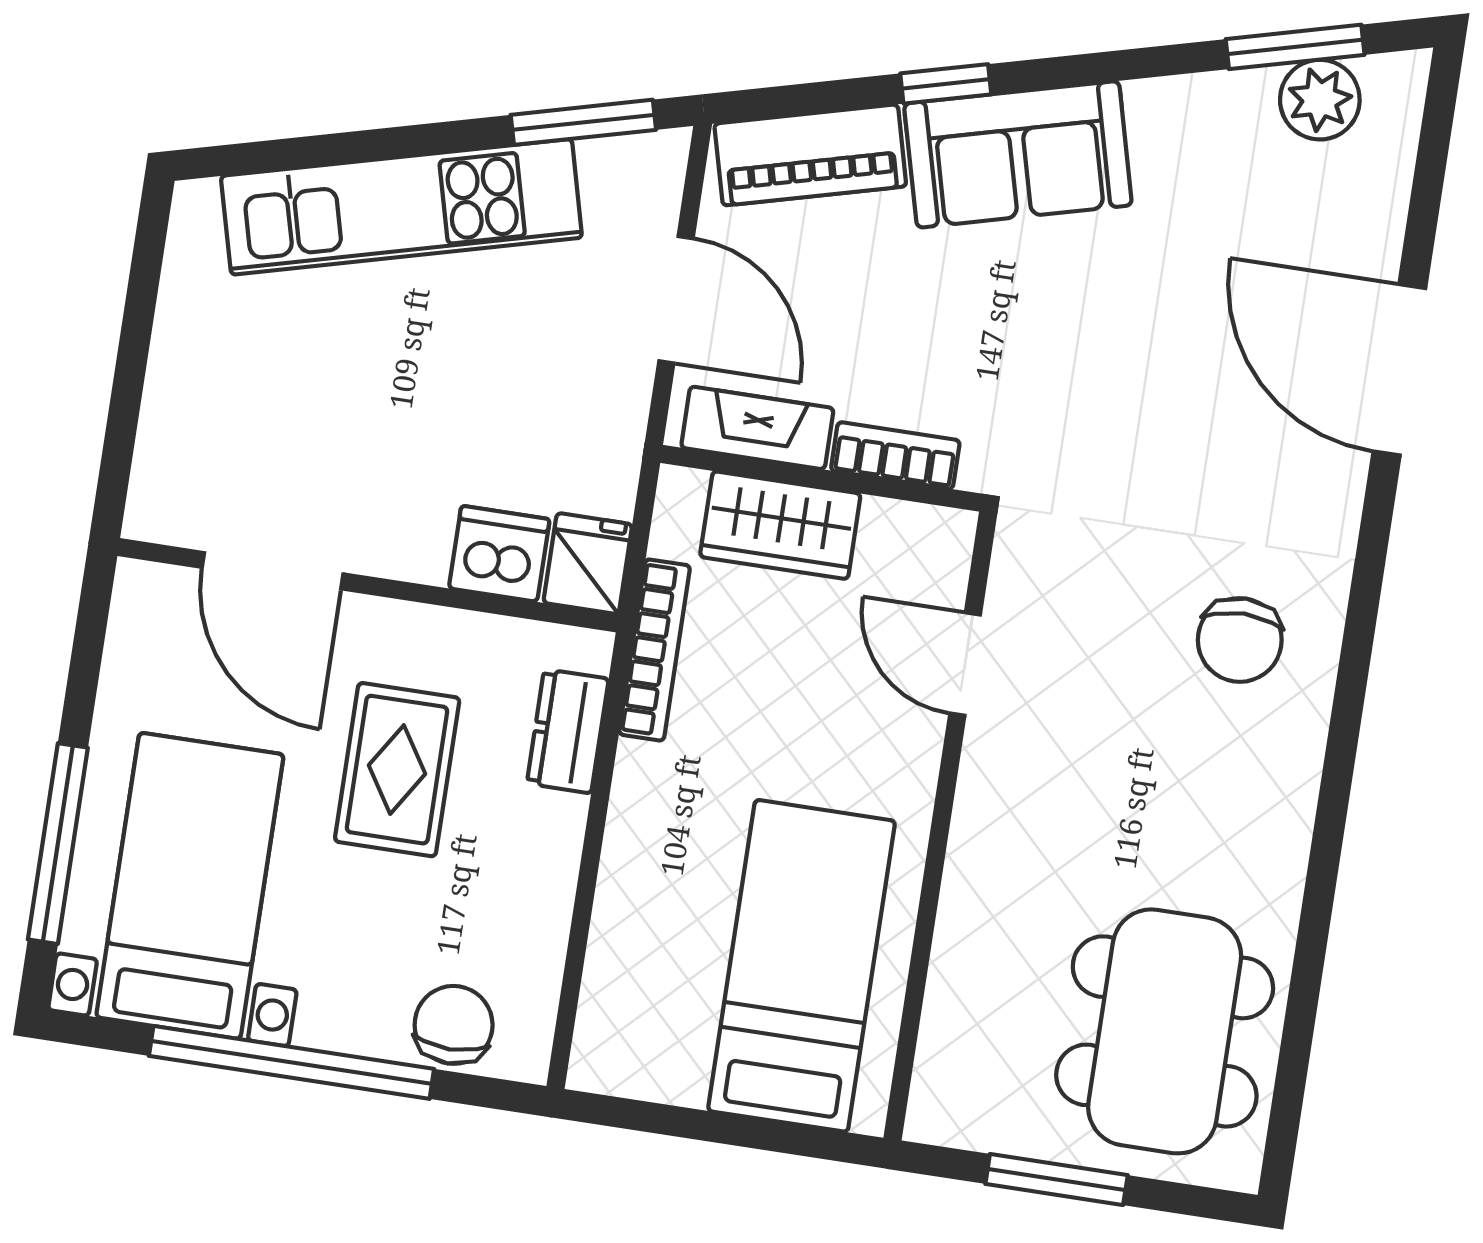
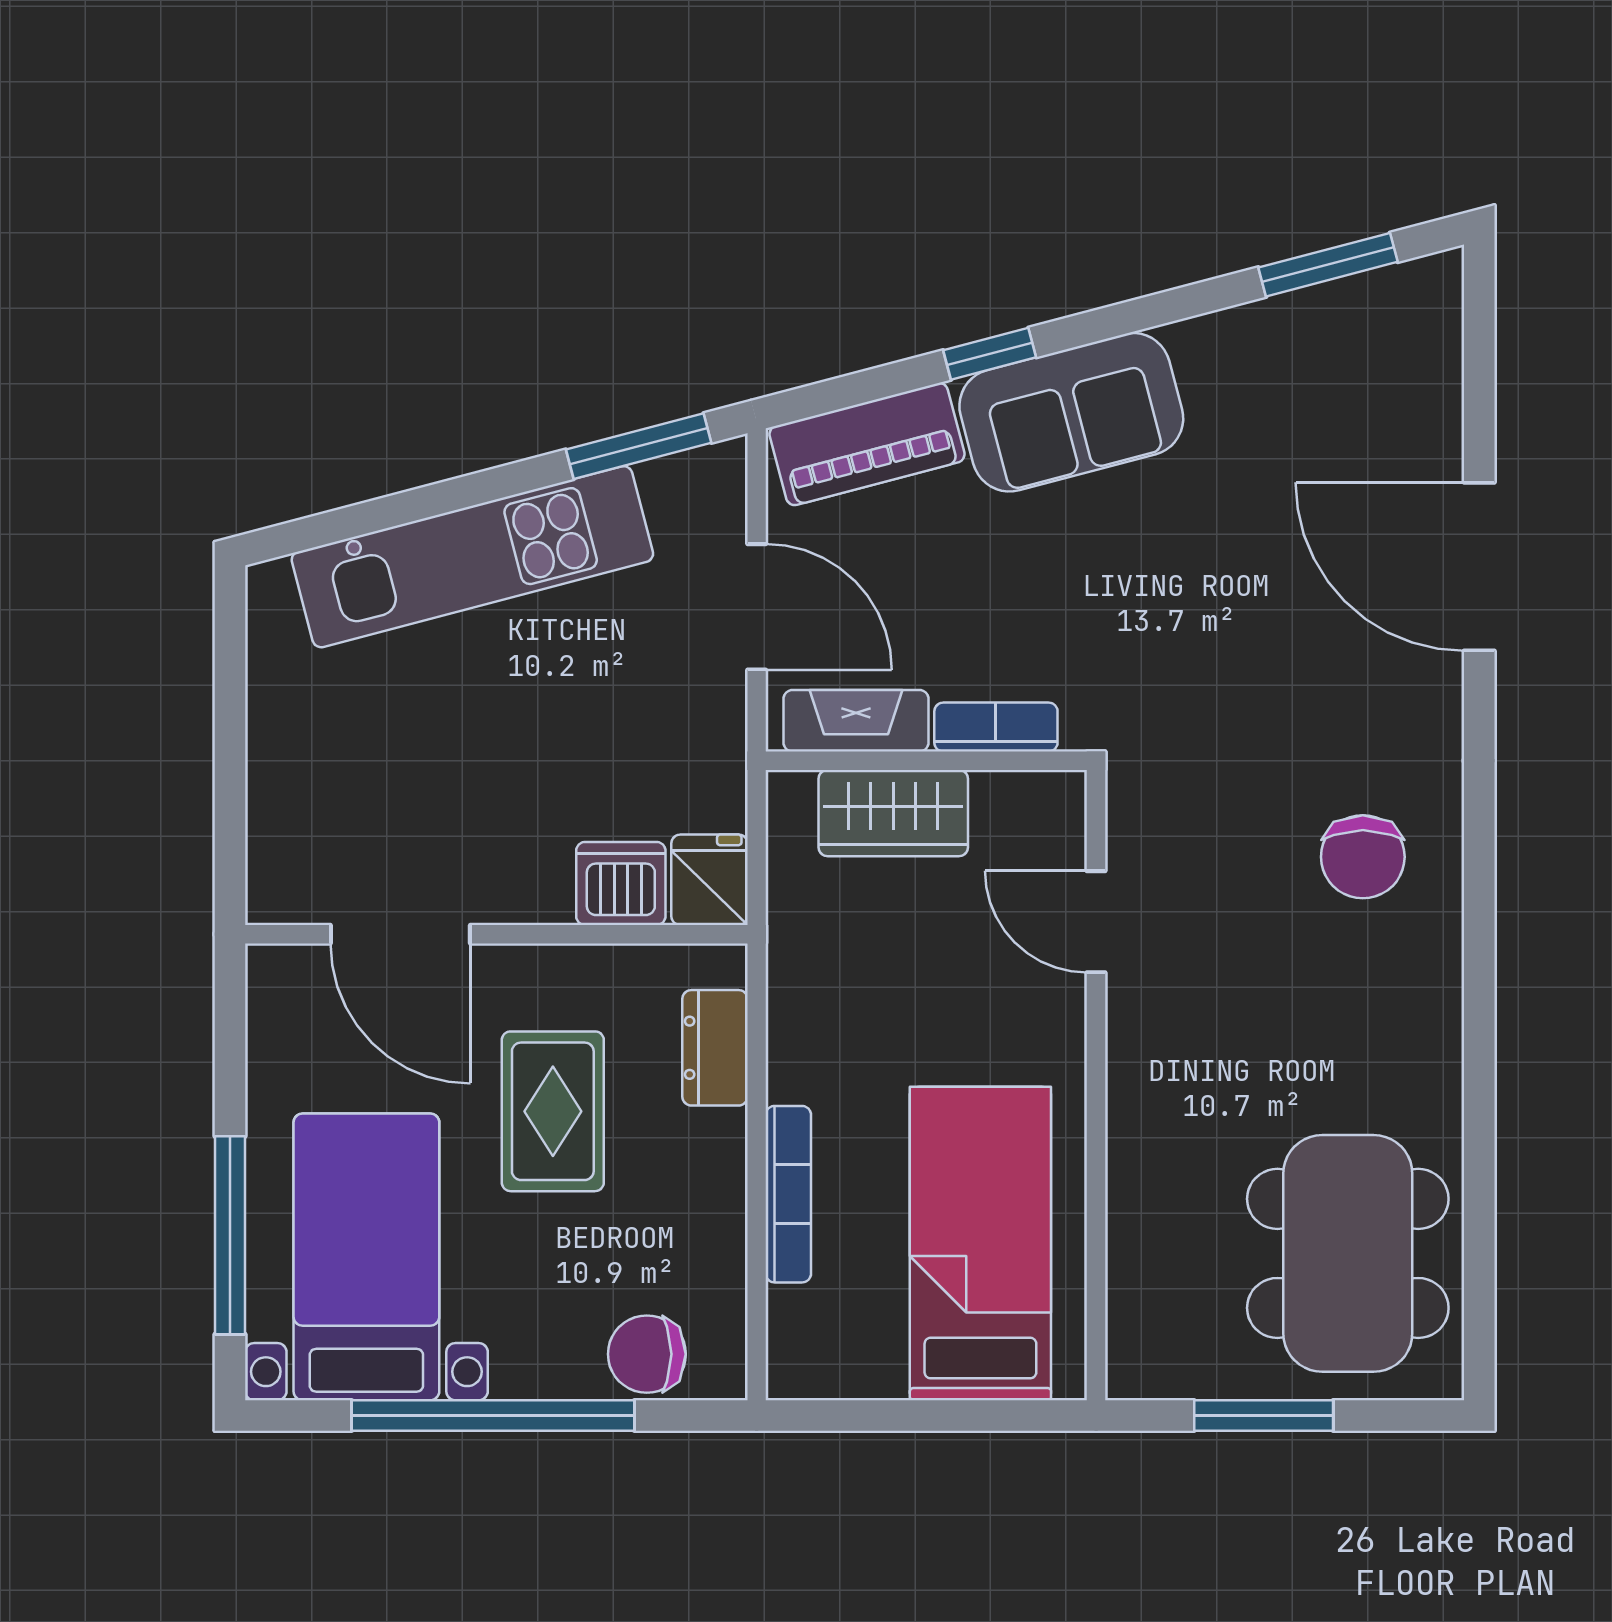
plant: (1320, 100) -> (1360, 313), removed
bookcase: (655, 650) -> (788, 1194), moved
chair: (454, 1025) -> (647, 1354), turned -90

